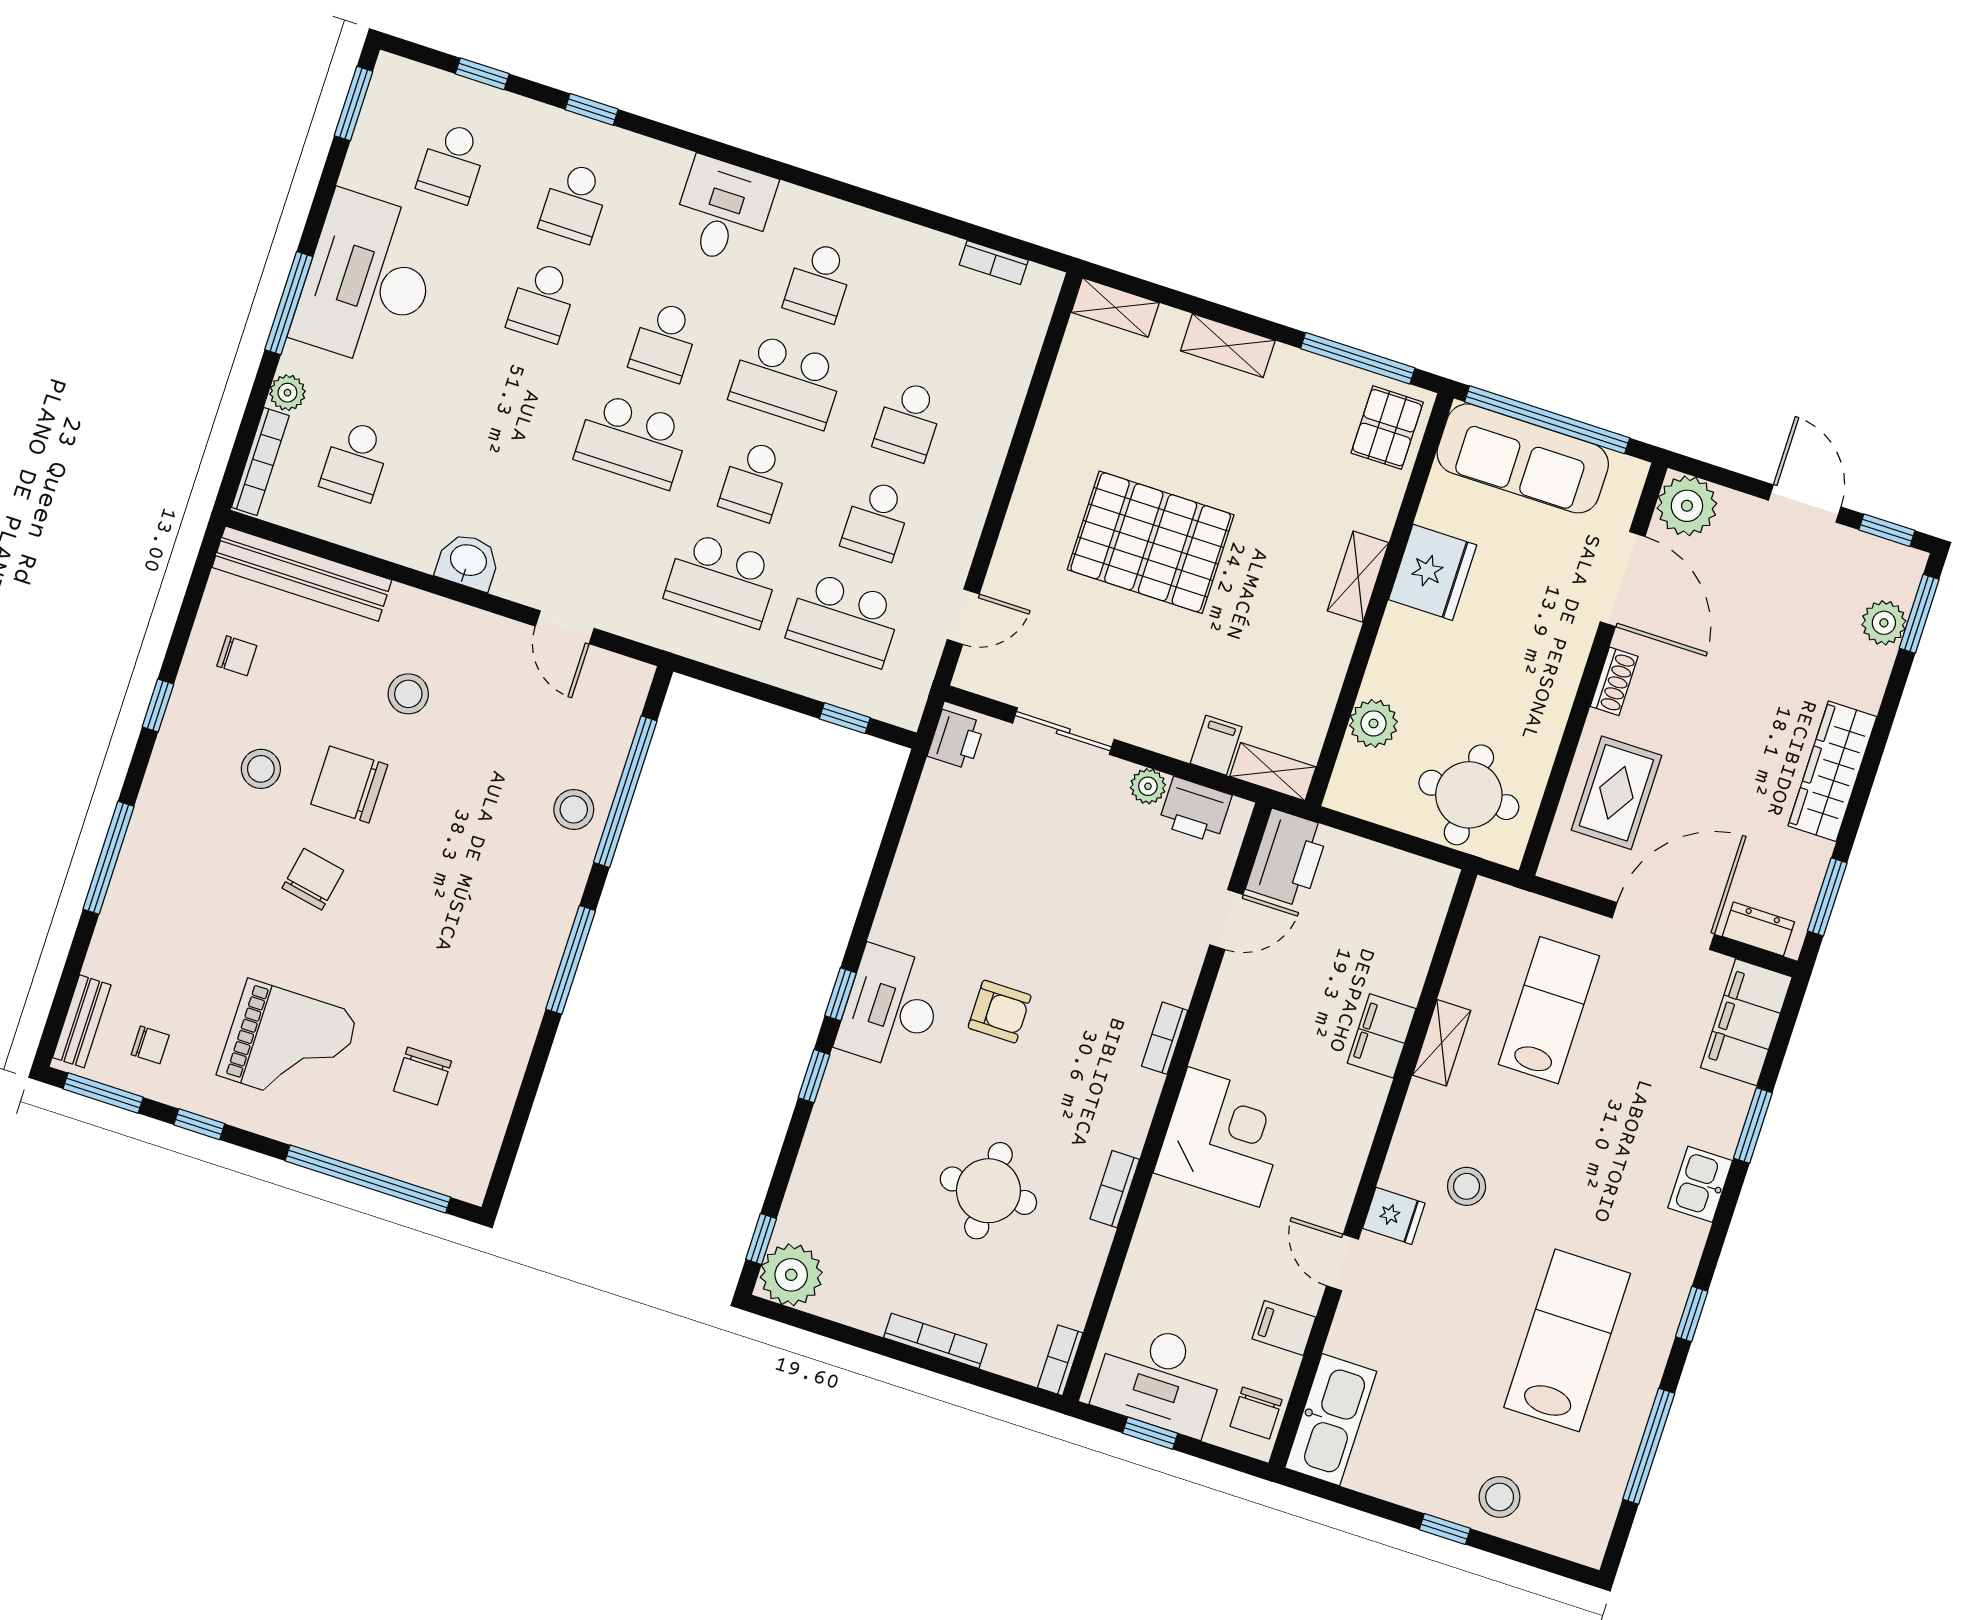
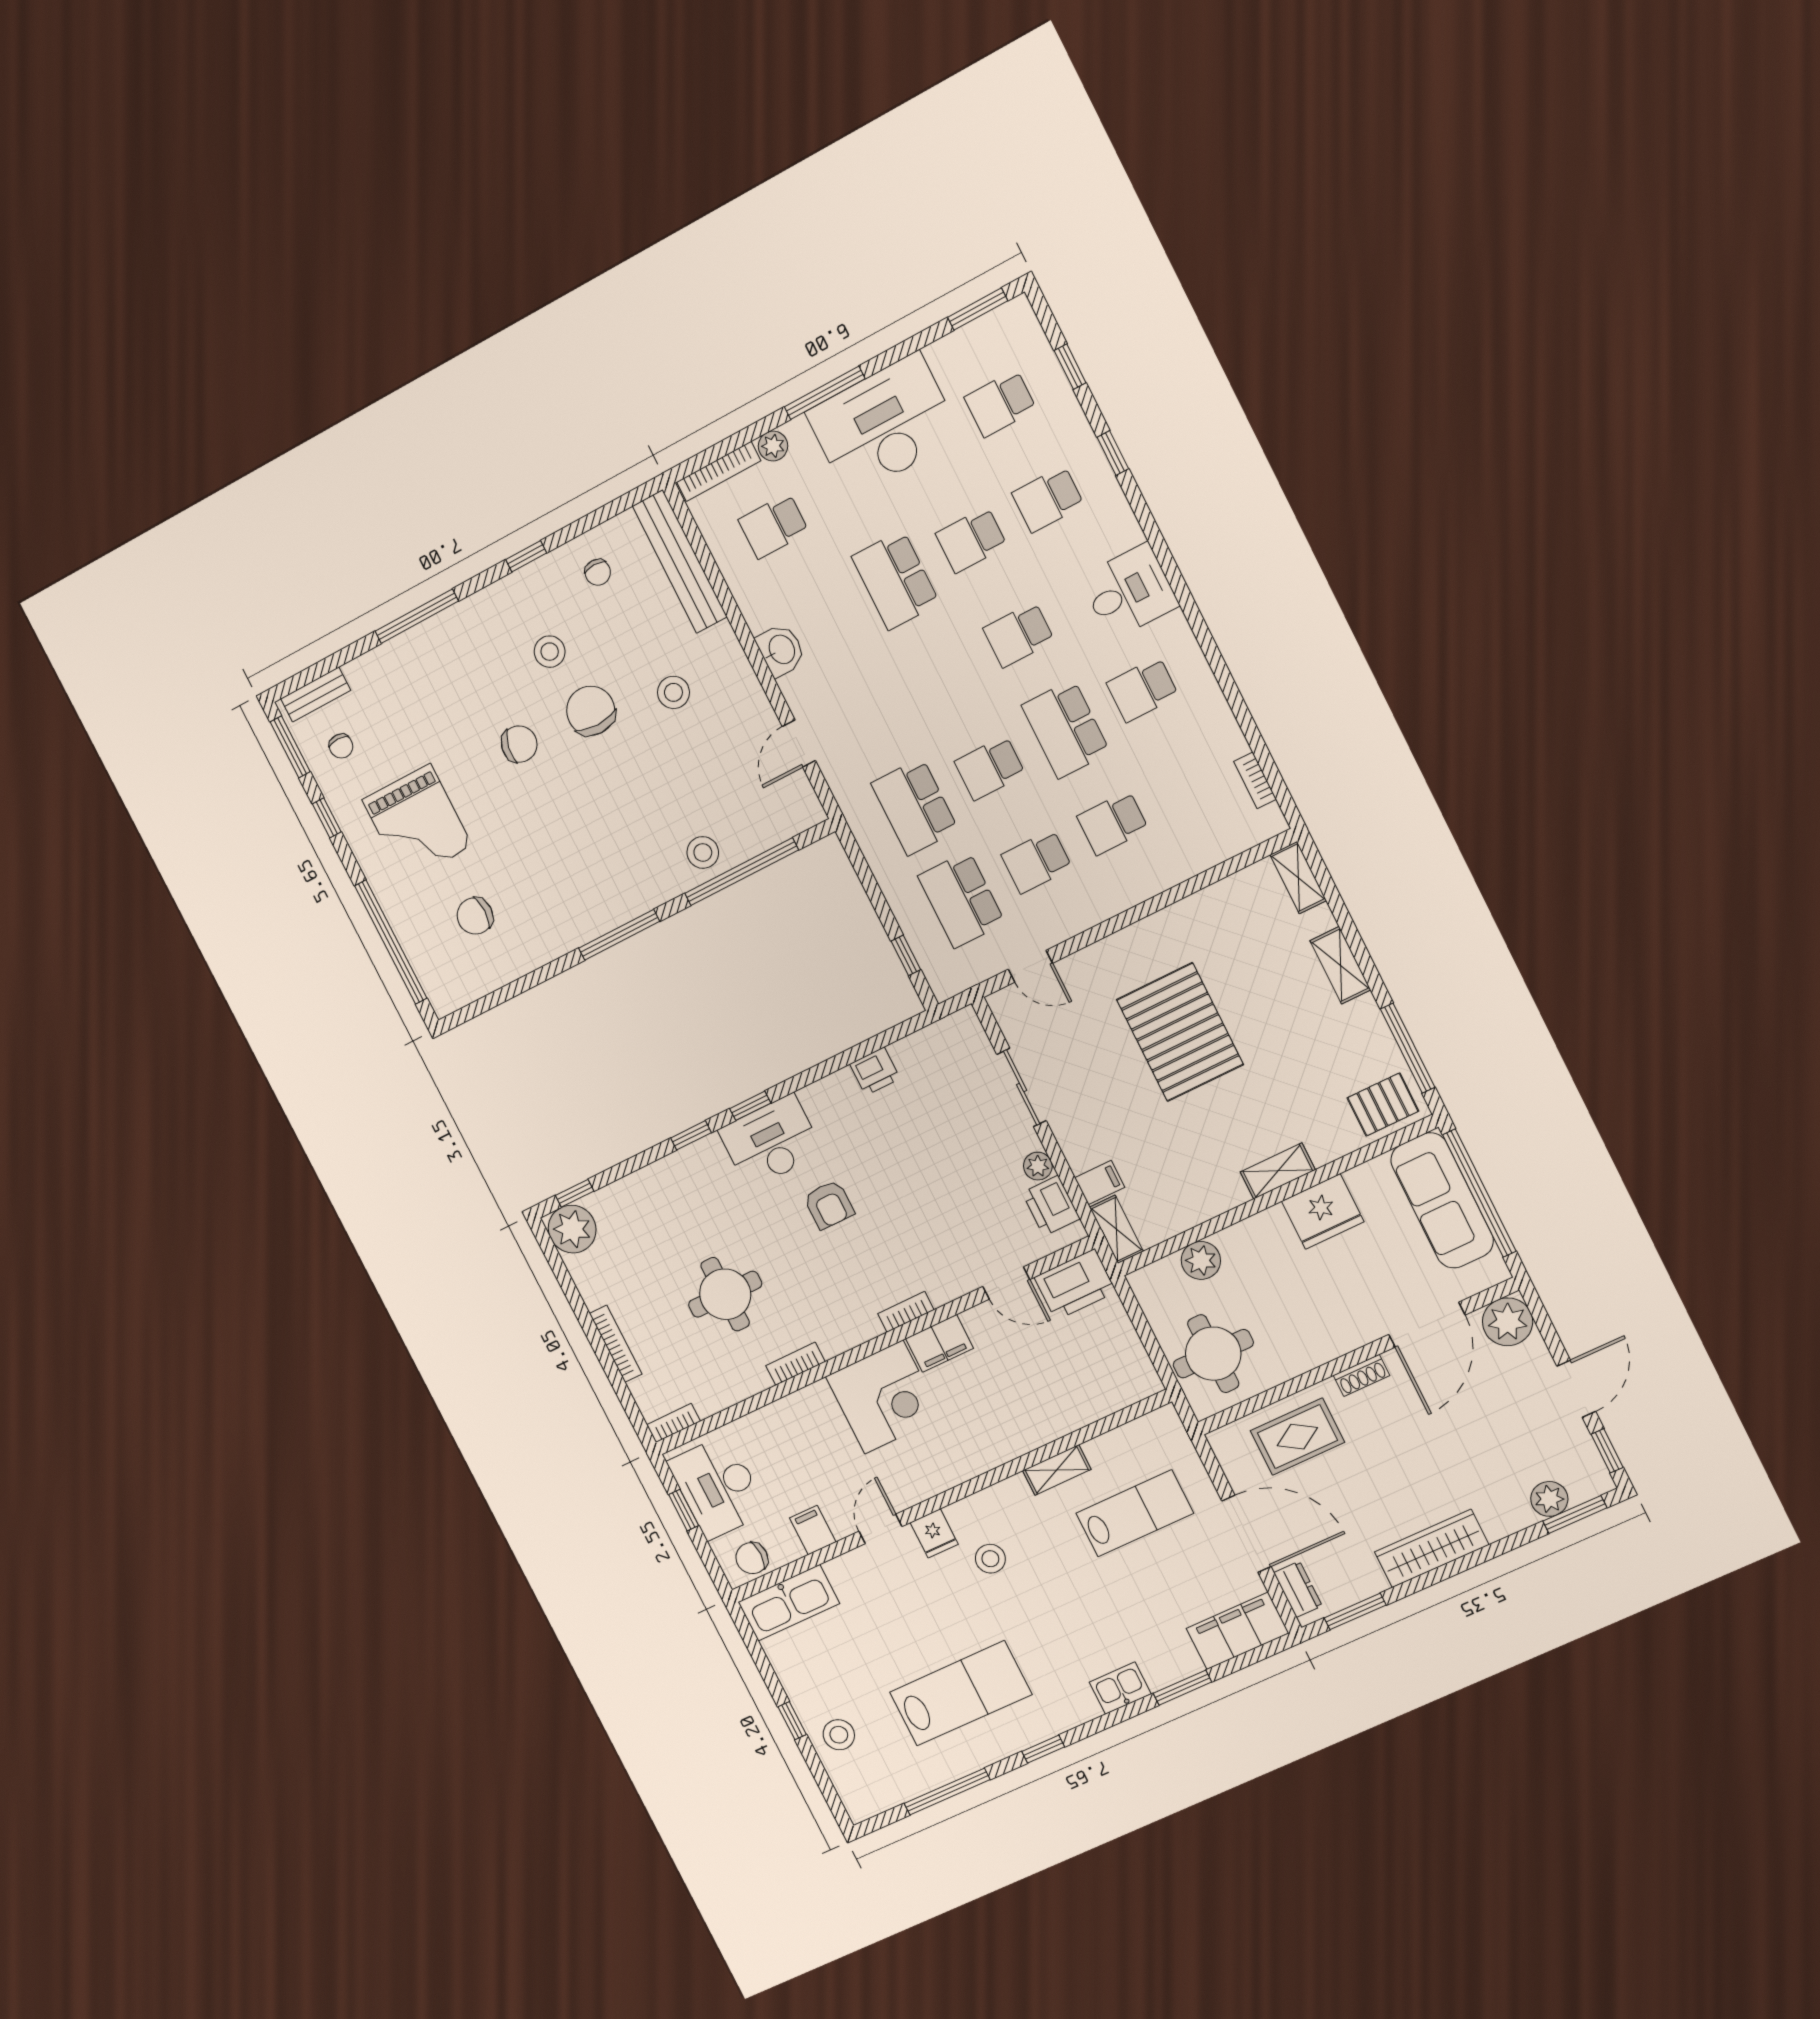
school desk: (632, 441) -> (896, 580), moved
printer: (956, 739) -> (875, 1071), moved
filing cabinet: (1382, 1036) -> (939, 1343), moved, turned 180

